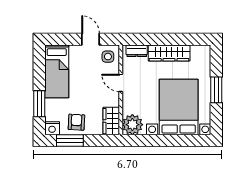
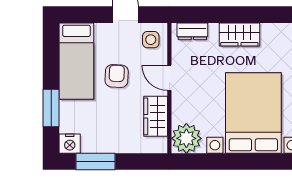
wardrobe: (169, 53) -> (239, 34), width x0.67
wardrobe: (111, 121) -> (156, 116), moved
armchair: (76, 122) -> (117, 76), moved

